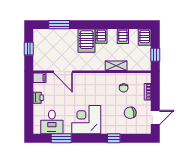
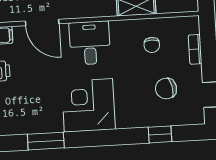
desk: (52, 122) -> (90, 43), moved, turned 180
window: (114, 138) -> (160, 134), moved

